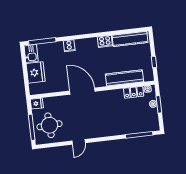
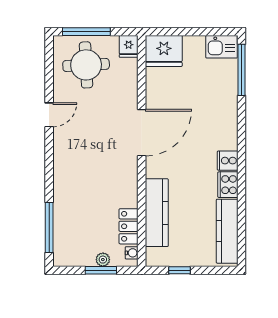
cooker: (69, 46) -> (228, 161), moved
fridge: (36, 72) -> (164, 51), moved
door: (79, 142) -> (49, 115), swing flipped

